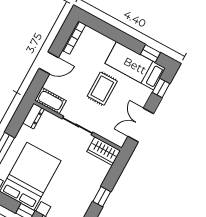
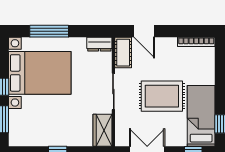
door: (49, 63) -> (144, 31), moved
rug: (102, 89) -> (162, 96), width x1.36, depth x1.43

